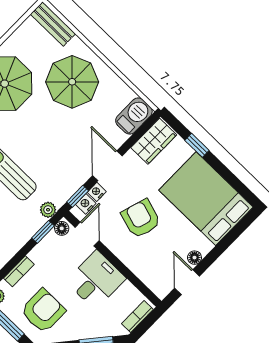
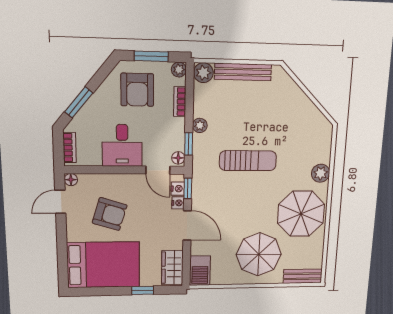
plant: (48, 210) -> (200, 125), moved
armchair: (141, 219) -> (110, 214), moved
floor lamp: (194, 258) -> (71, 180), moved
door: (187, 282) -> (60, 202), swing flipped

